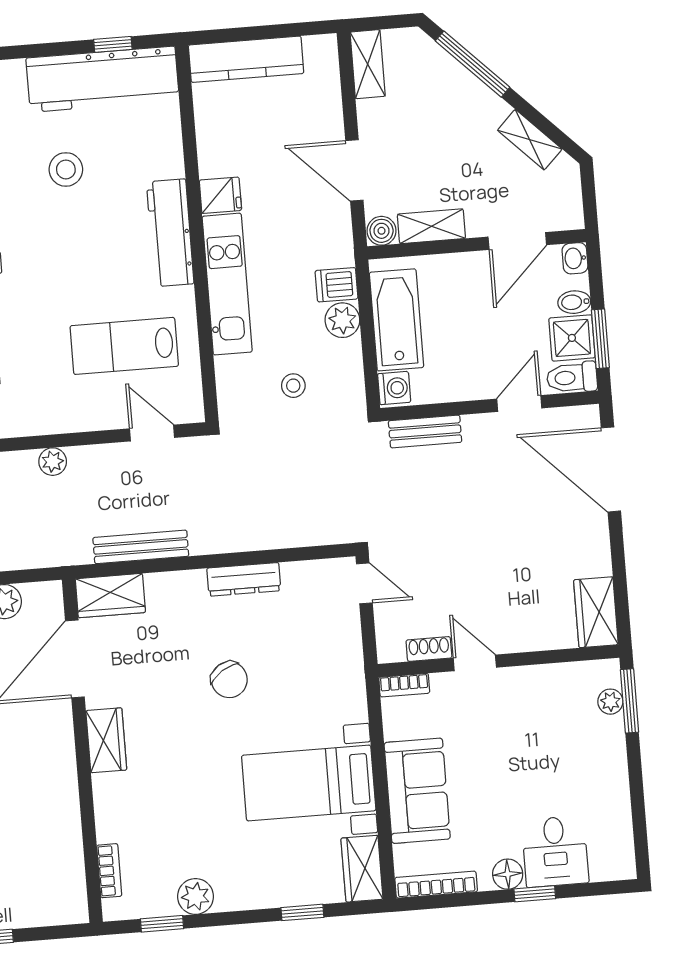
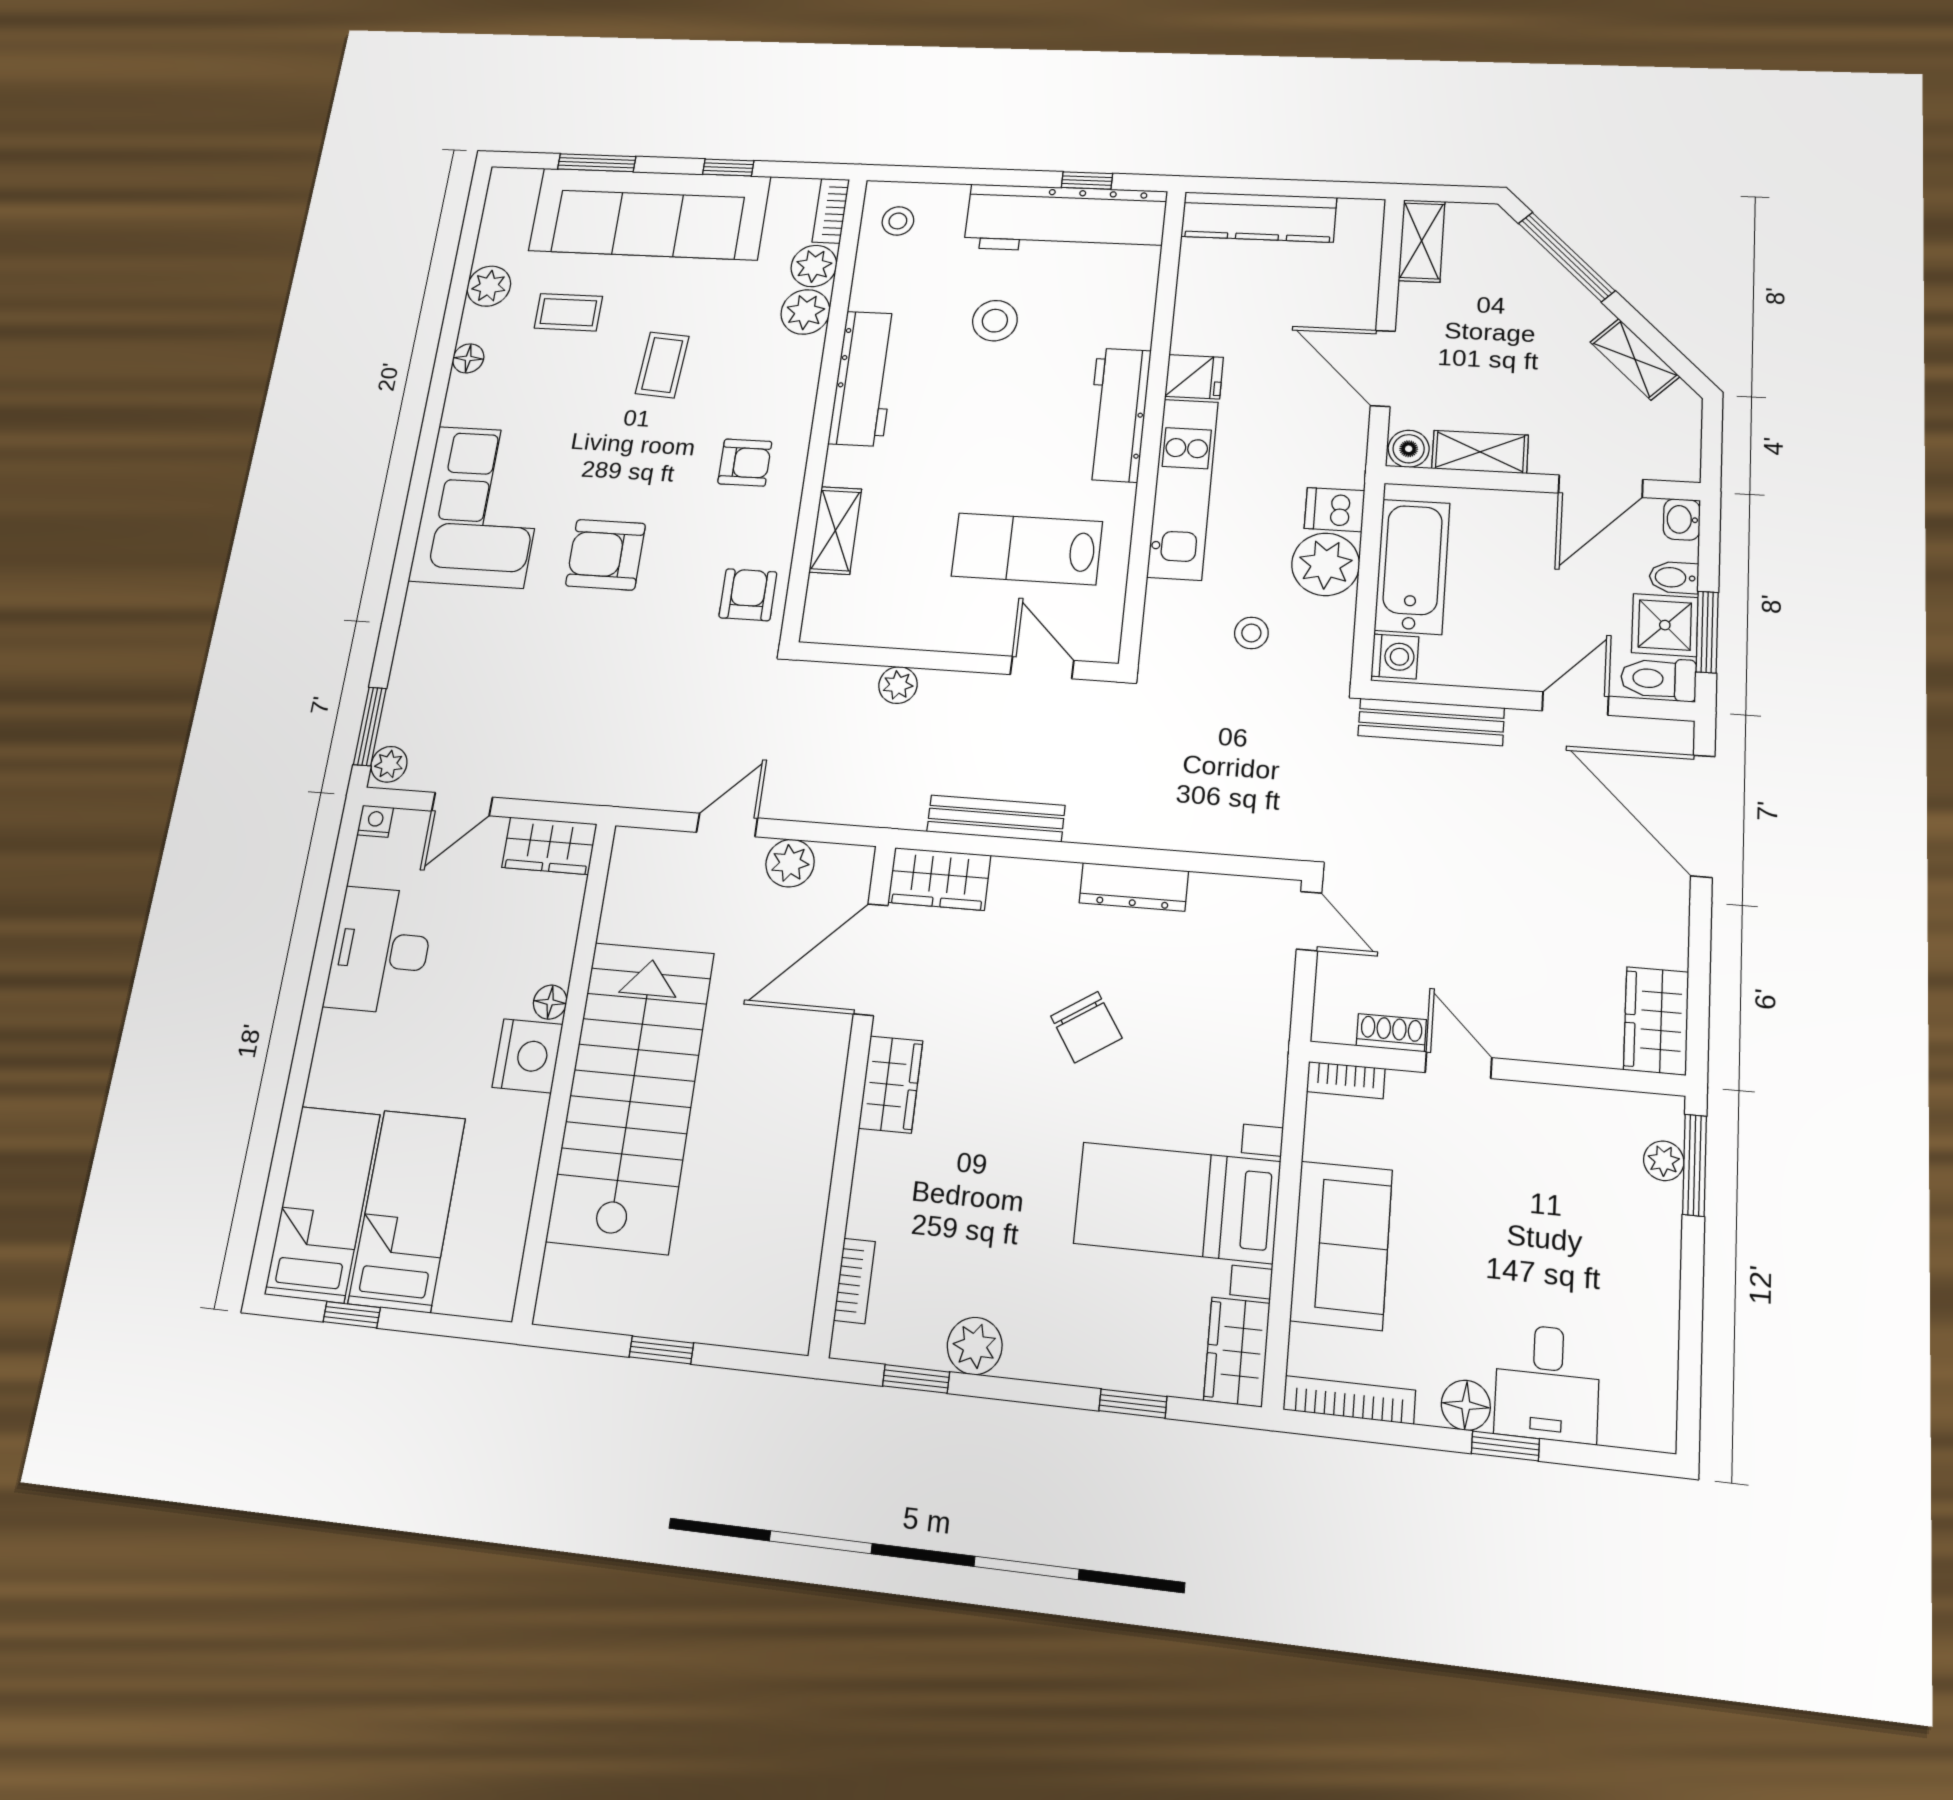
plant: (342, 320) -> (1326, 564), width x1.36, depth x1.36
bench: (425, 431) -> (1431, 722), width x1.36

